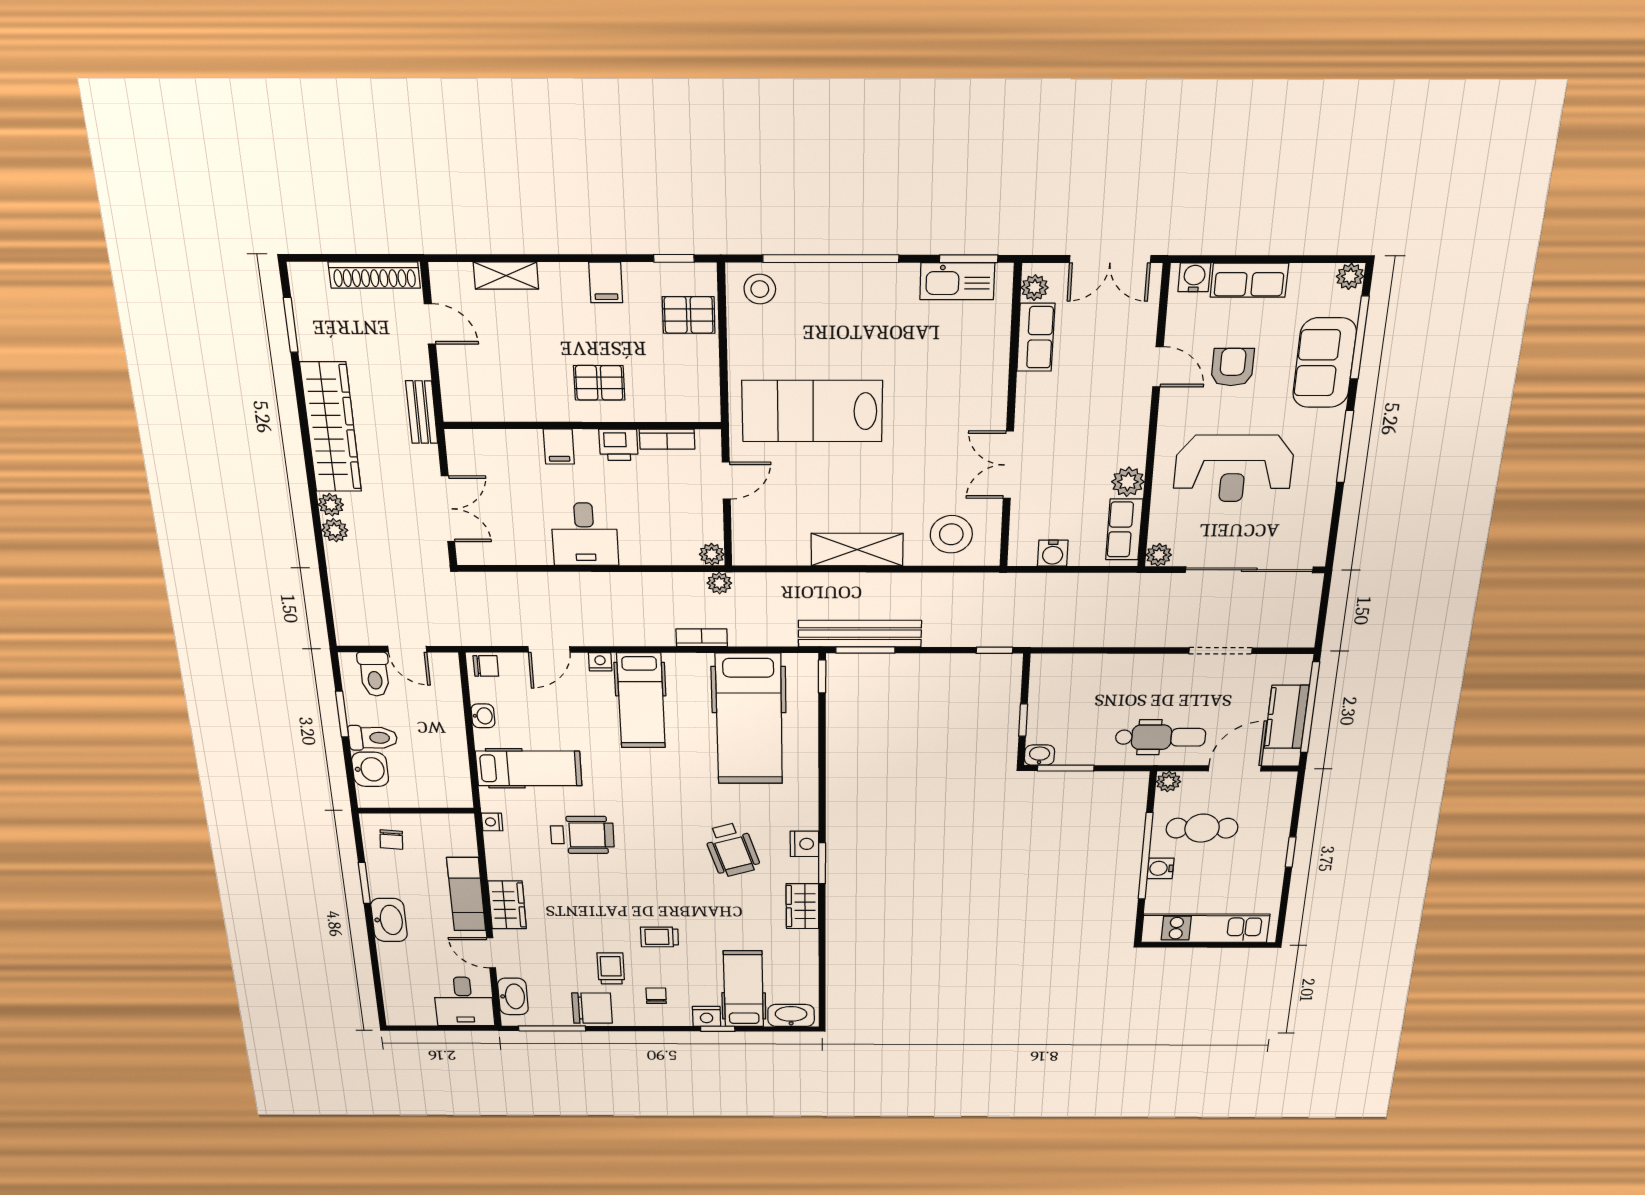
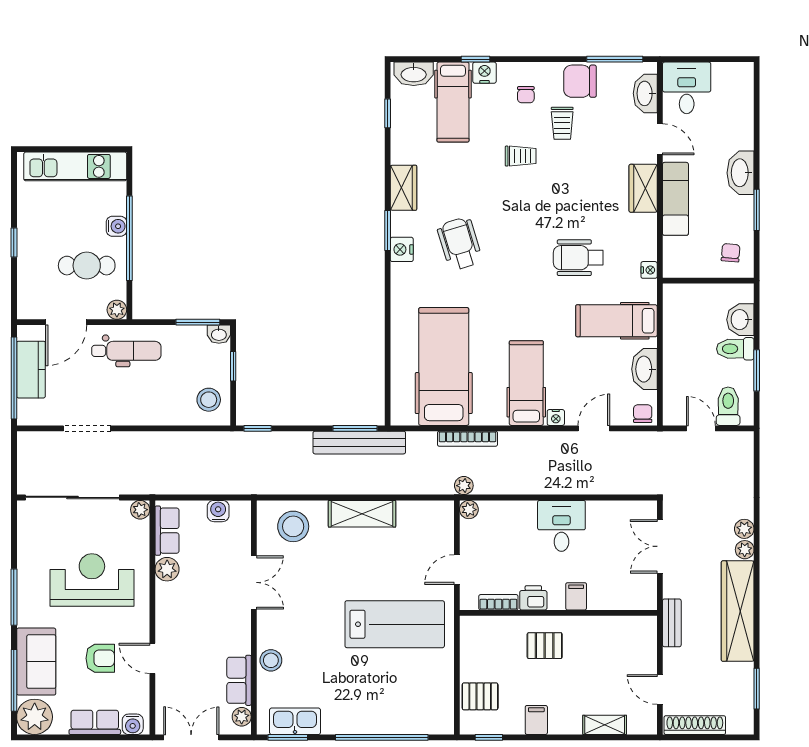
plant: (1350, 276) -> (35, 717), width x1.88, depth x1.88
stool: (760, 289) -> (271, 660), moved
armchair: (1232, 367) -> (100, 658), turned -90
bookcase: (702, 638) -> (467, 439), width x1.56
chair: (486, 666) -> (643, 414), turned 90
window: (822, 676) -> (388, 113), moved
stool: (1057, 683) -> (209, 400), added
washbasin: (483, 716) -> (645, 369), width x1.91, depth x1.45
dental chair: (1160, 737) -> (126, 351), turned 180

